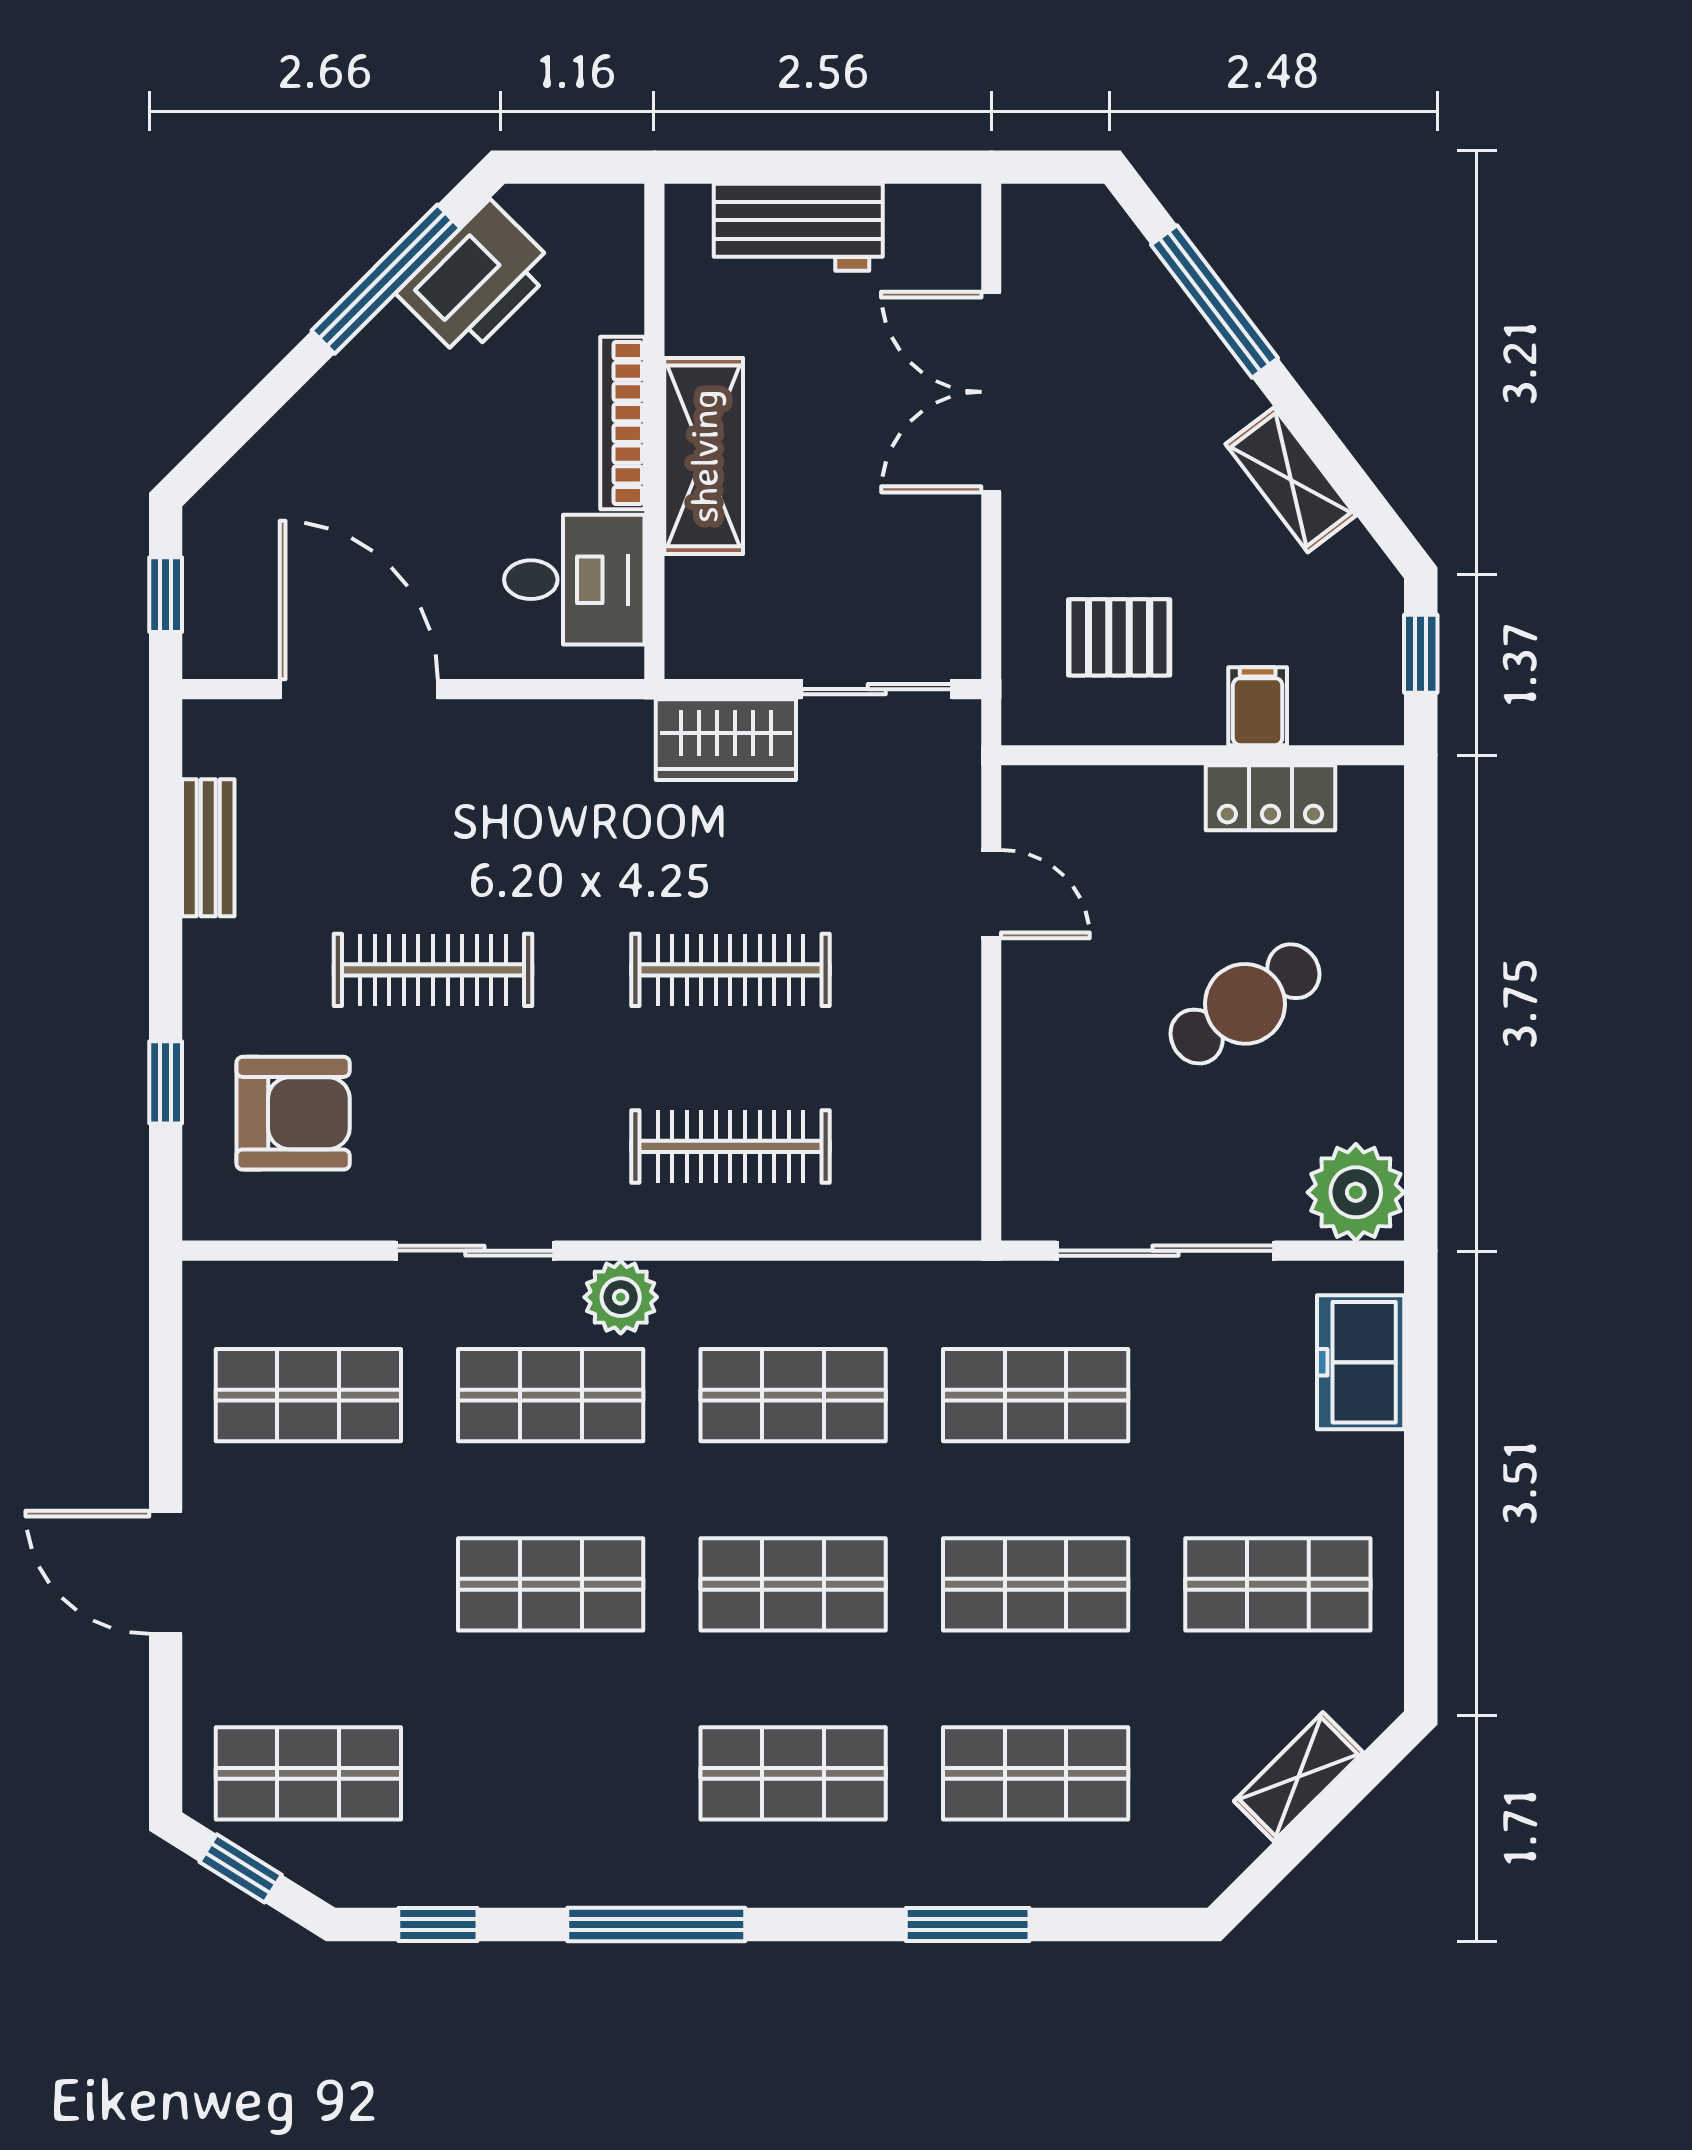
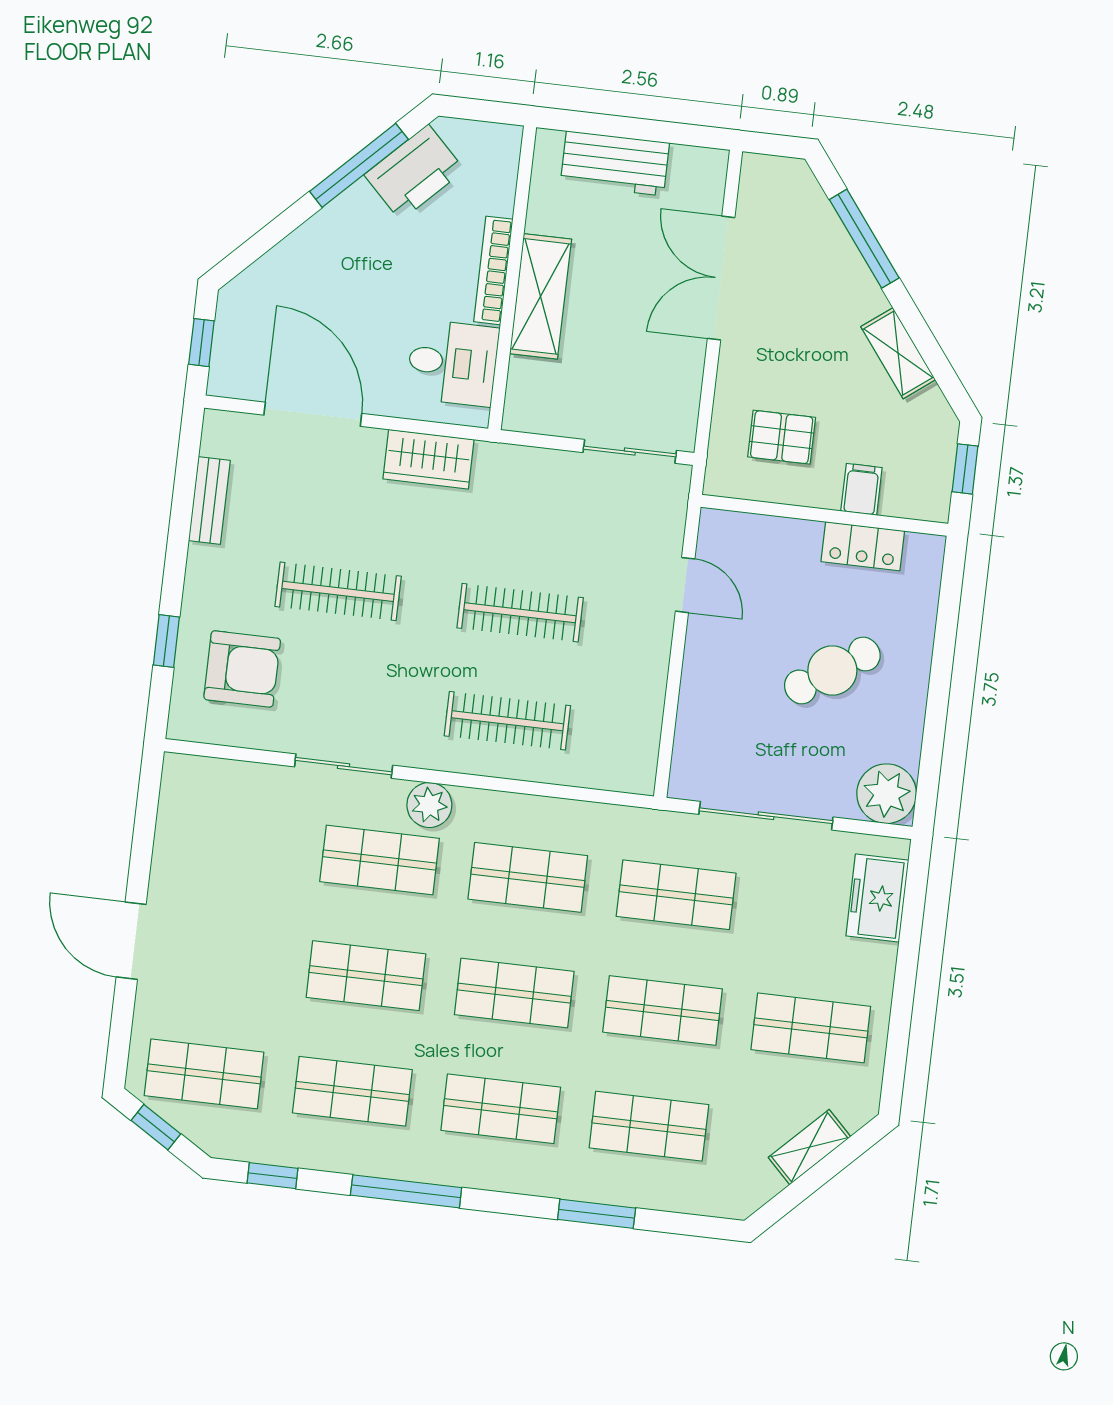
wardrobe: (726, 740) -> (428, 459), moved
shop shelf: (308, 1395) -> (352, 1091), moved

